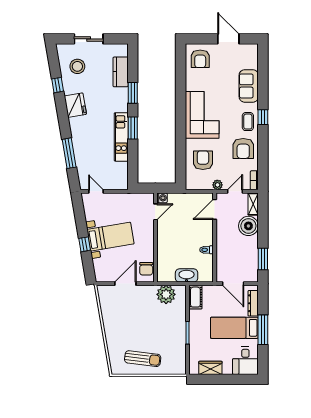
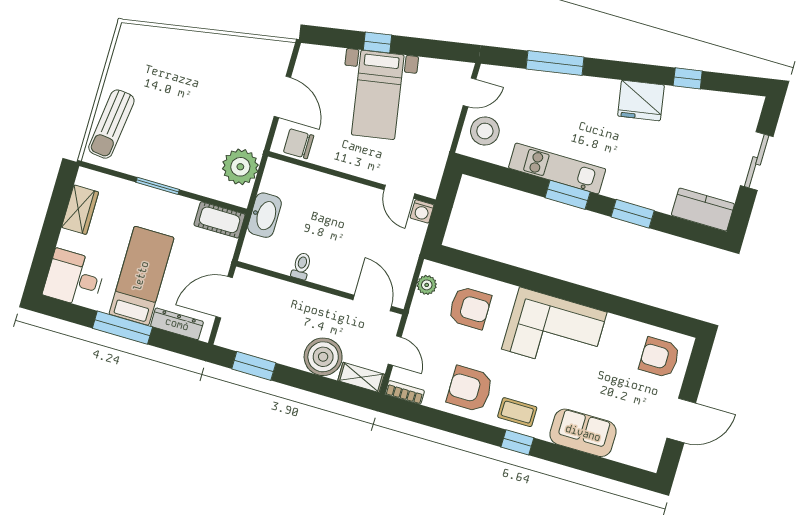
stool: (77, 66) -> (485, 131), moved
kitchen counter: (121, 72) -> (703, 210), moved
plant: (217, 185) -> (427, 285), moved
sun lounger: (143, 359) -> (111, 124), moved

